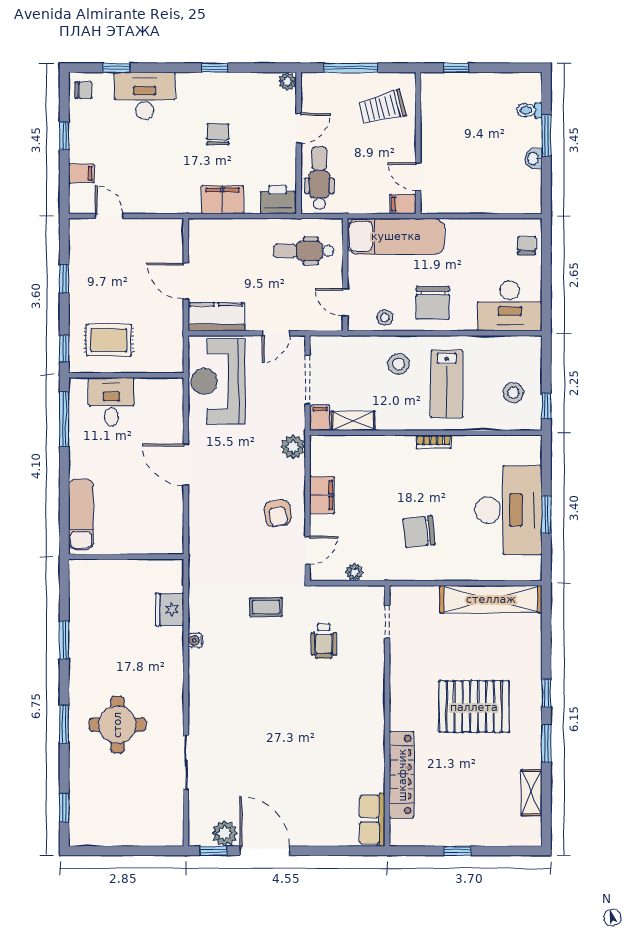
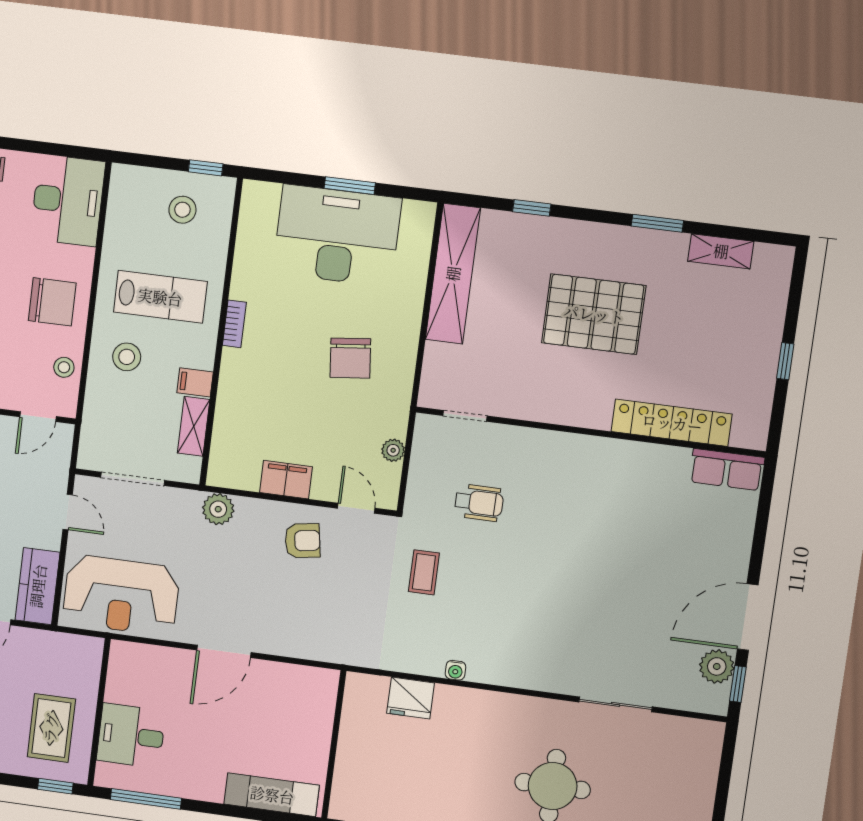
filing cabinet: (320, 418) -> (195, 382), moved
window: (546, 693) -> (532, 208), moved
pallet: (474, 707) -> (594, 314), turned 90

